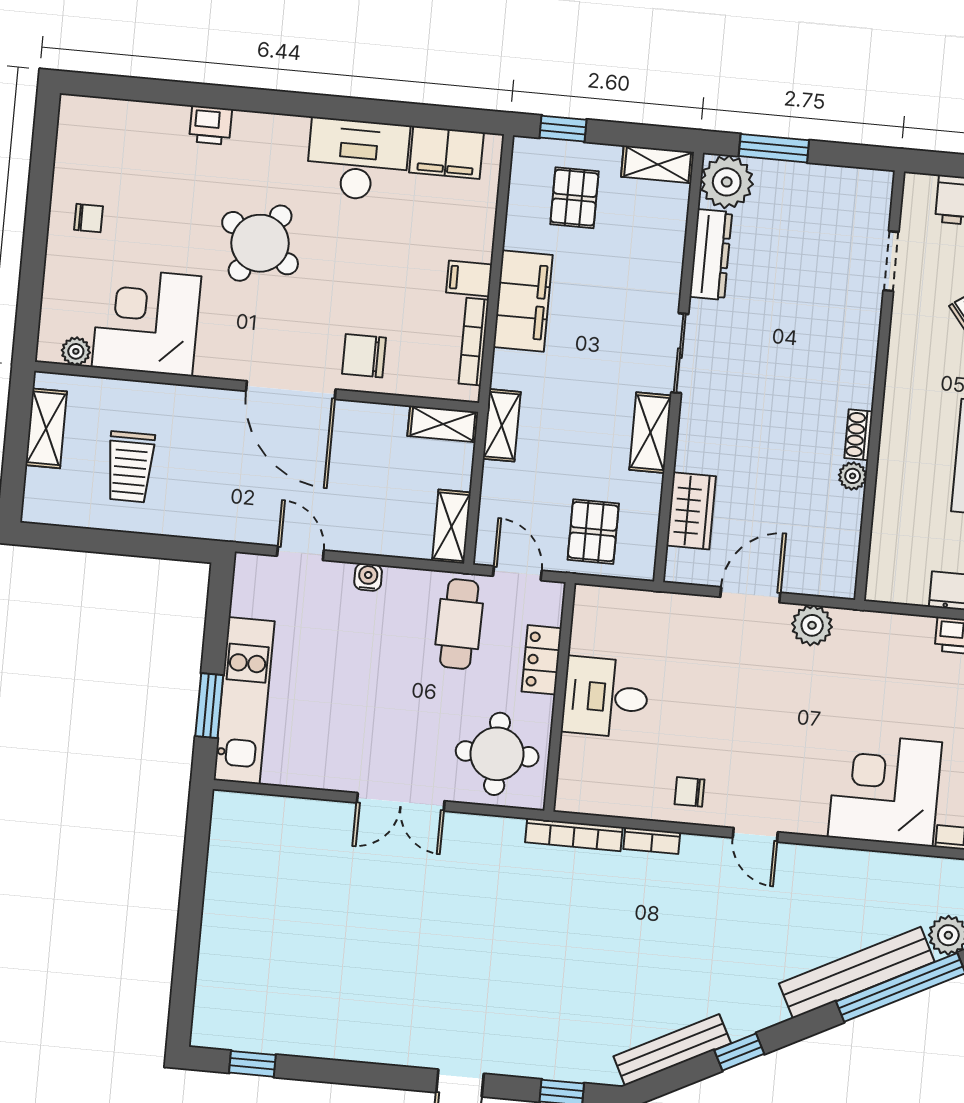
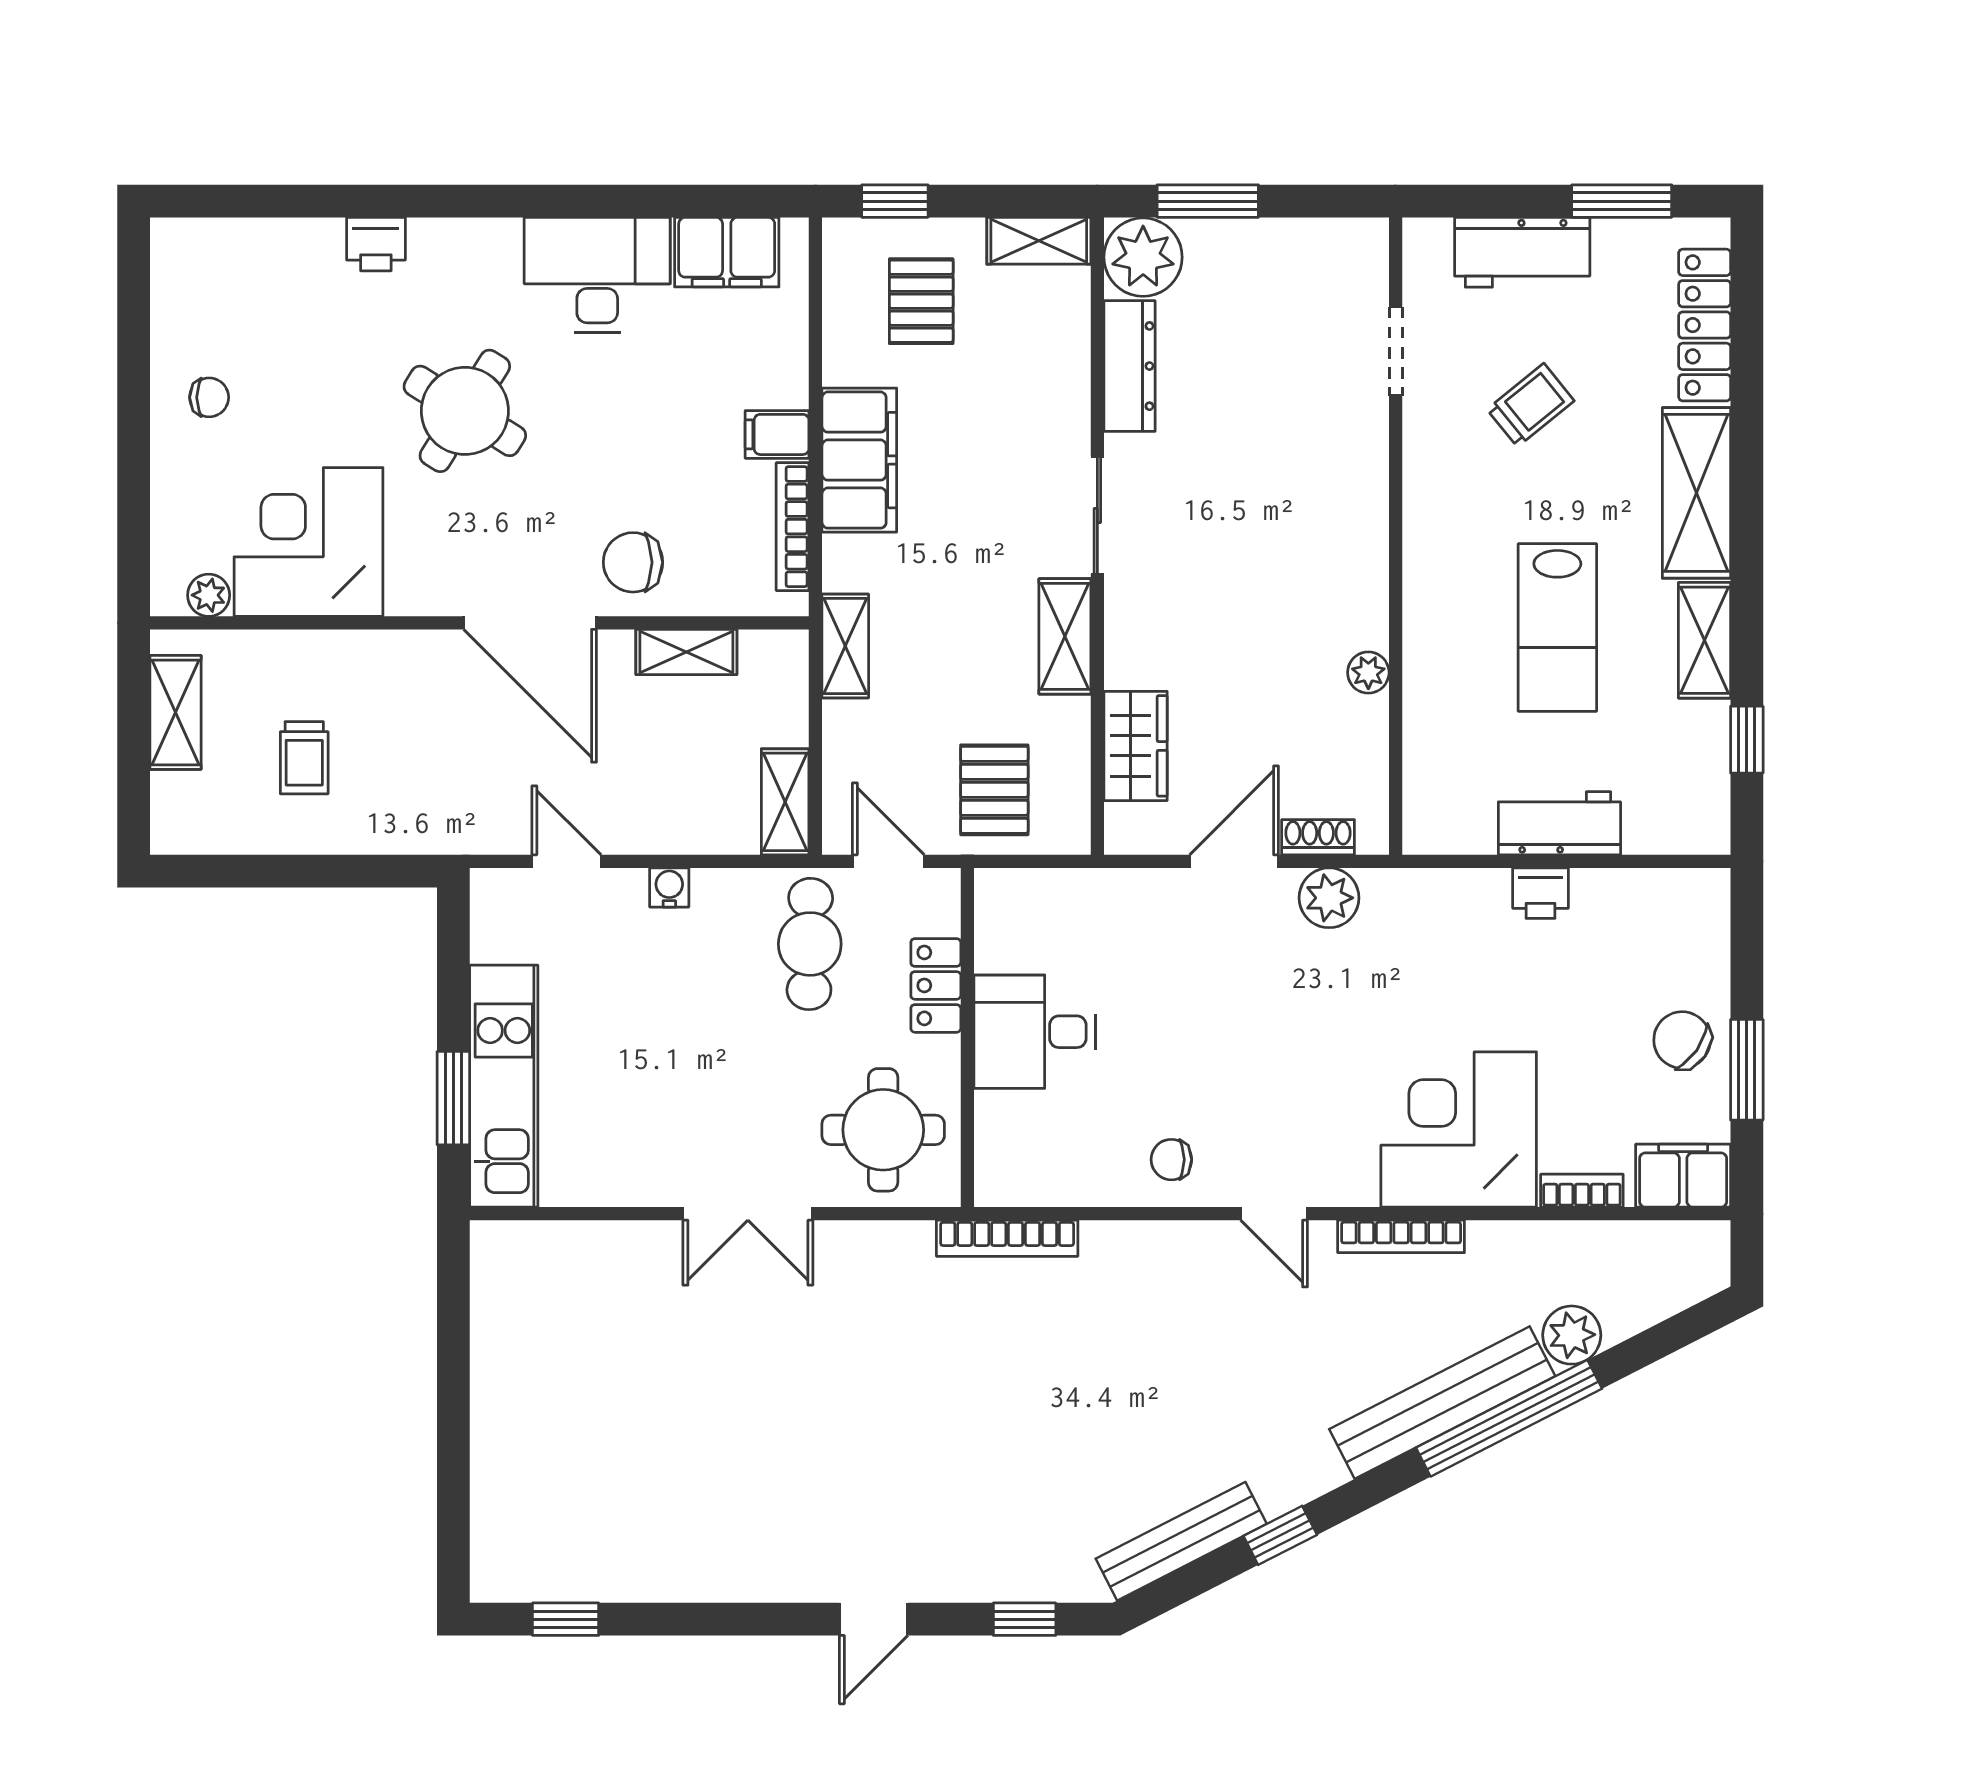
shelving: (443, 424) -> (686, 652), moved
shoe rack: (858, 435) -> (1318, 837), moved, turned 90
trolley: (130, 467) -> (304, 758), width x0.73, depth x0.72
bookcase: (652, 841) -> (1401, 1236), moved, width x1.56

